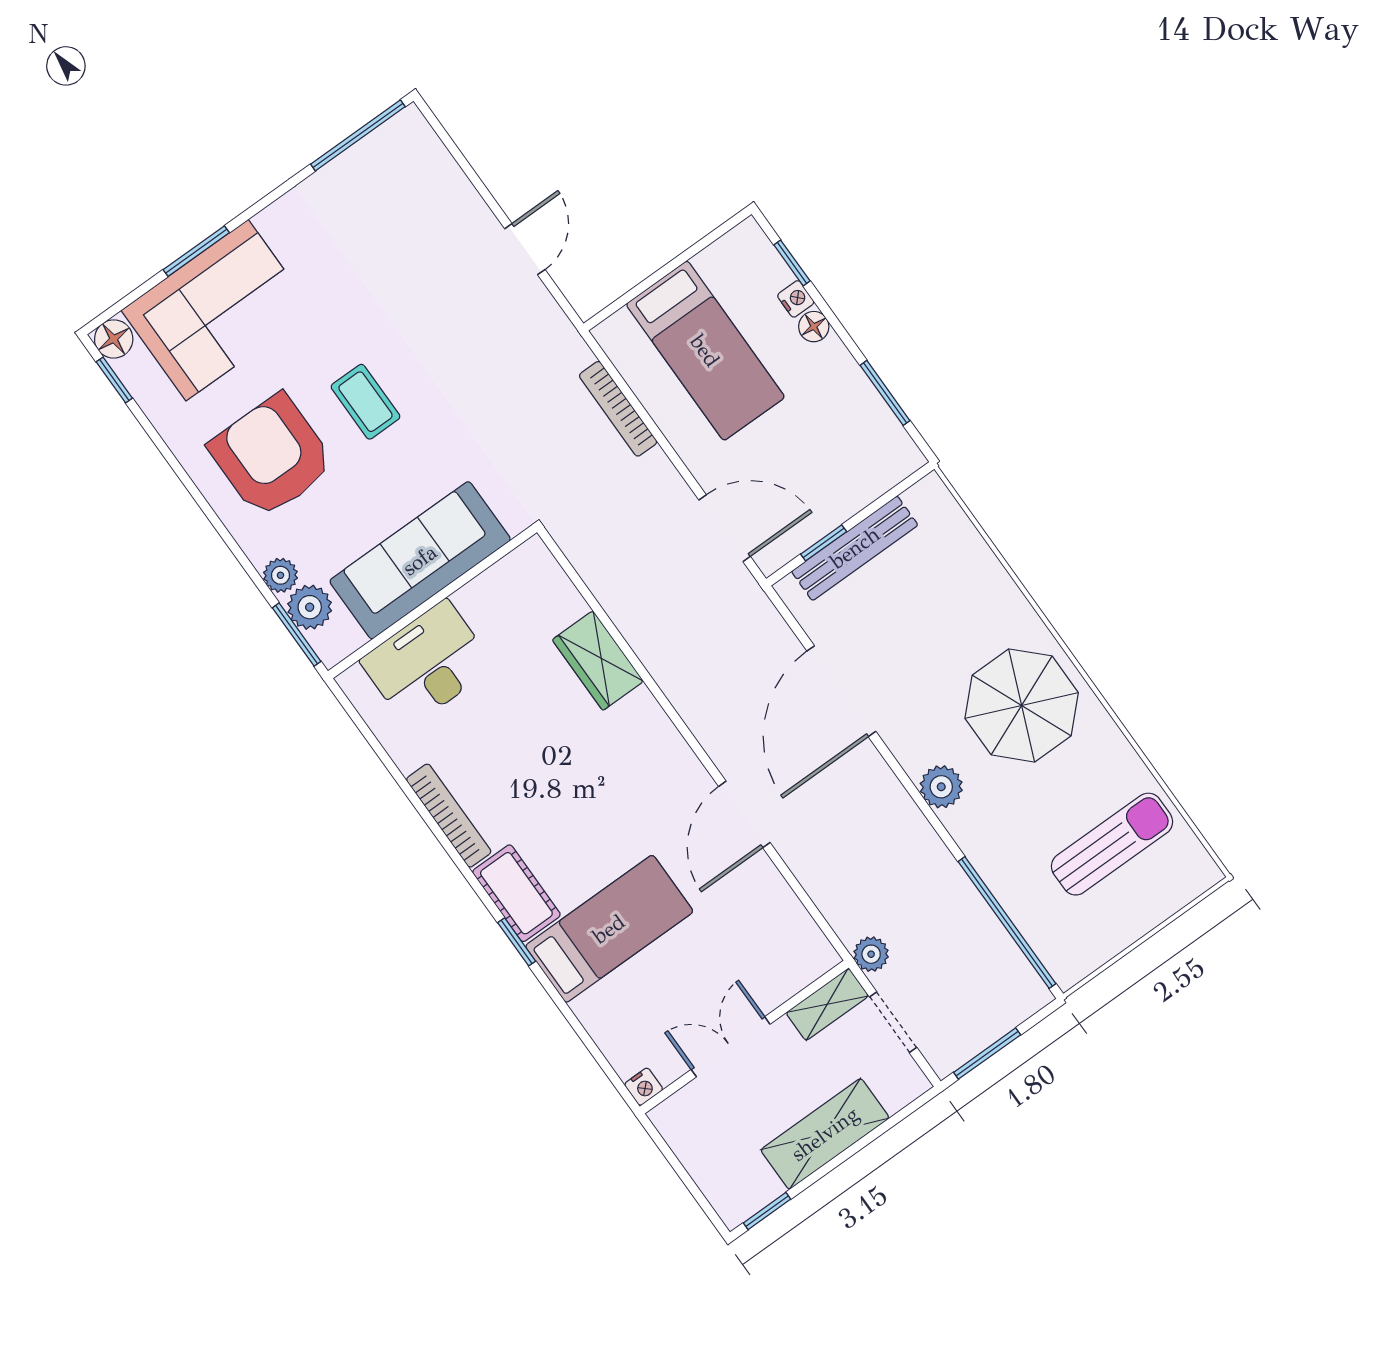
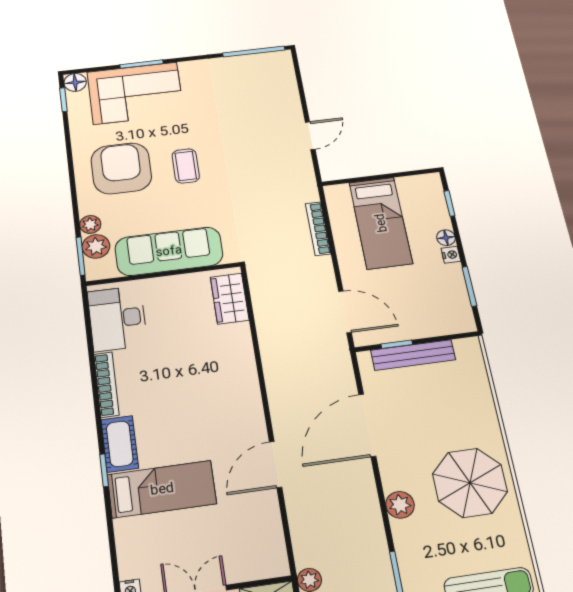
nightstand: (796, 299) -> (451, 255), moved
wardrobe: (598, 661) -> (230, 299), moved
desk: (427, 663) -> (117, 318), moved, turned -90

